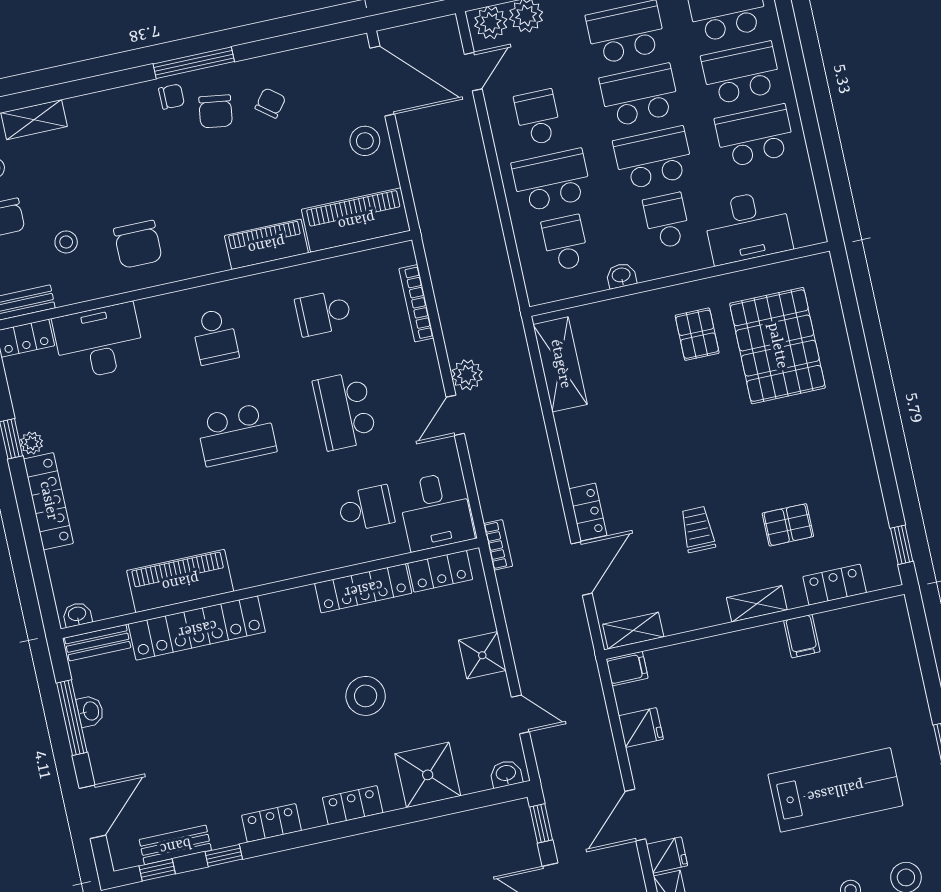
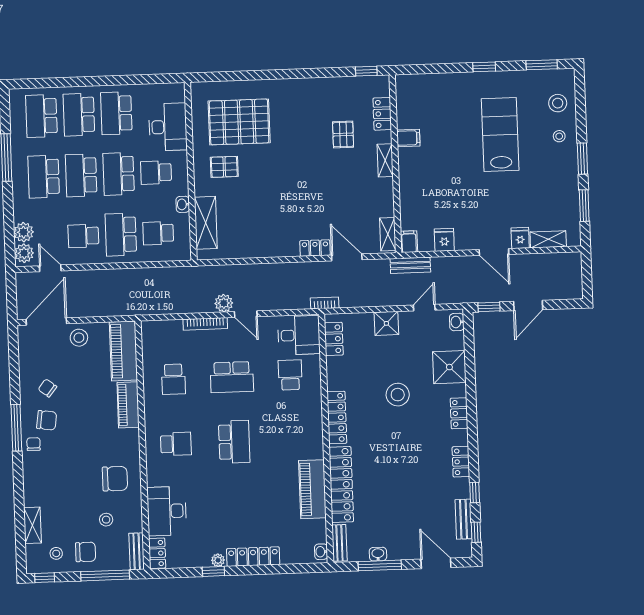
bookcase: (416, 303) -> (205, 324), moved
shelving: (560, 364) -> (206, 223), moved, turned 90
trolley: (698, 529) -> (336, 187), removed
locker: (363, 588) -> (337, 417), moved
bench: (587, 678) -> (410, 265), added

